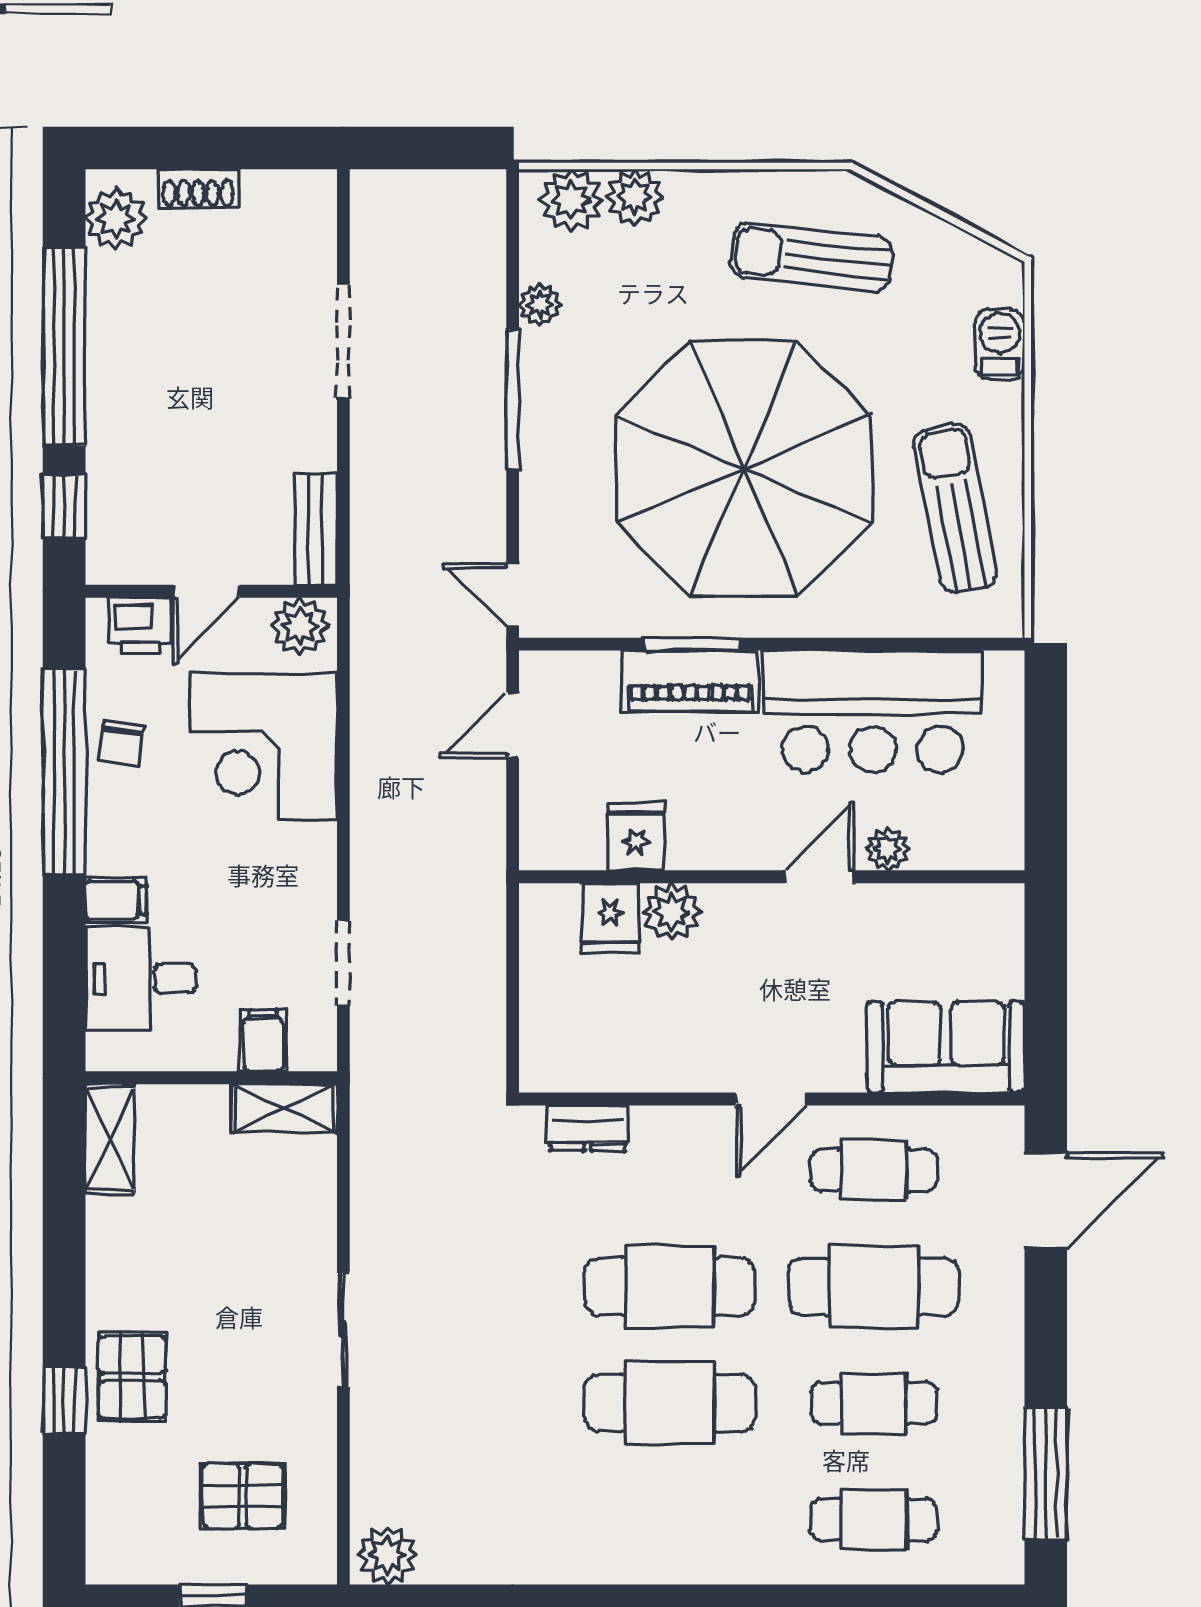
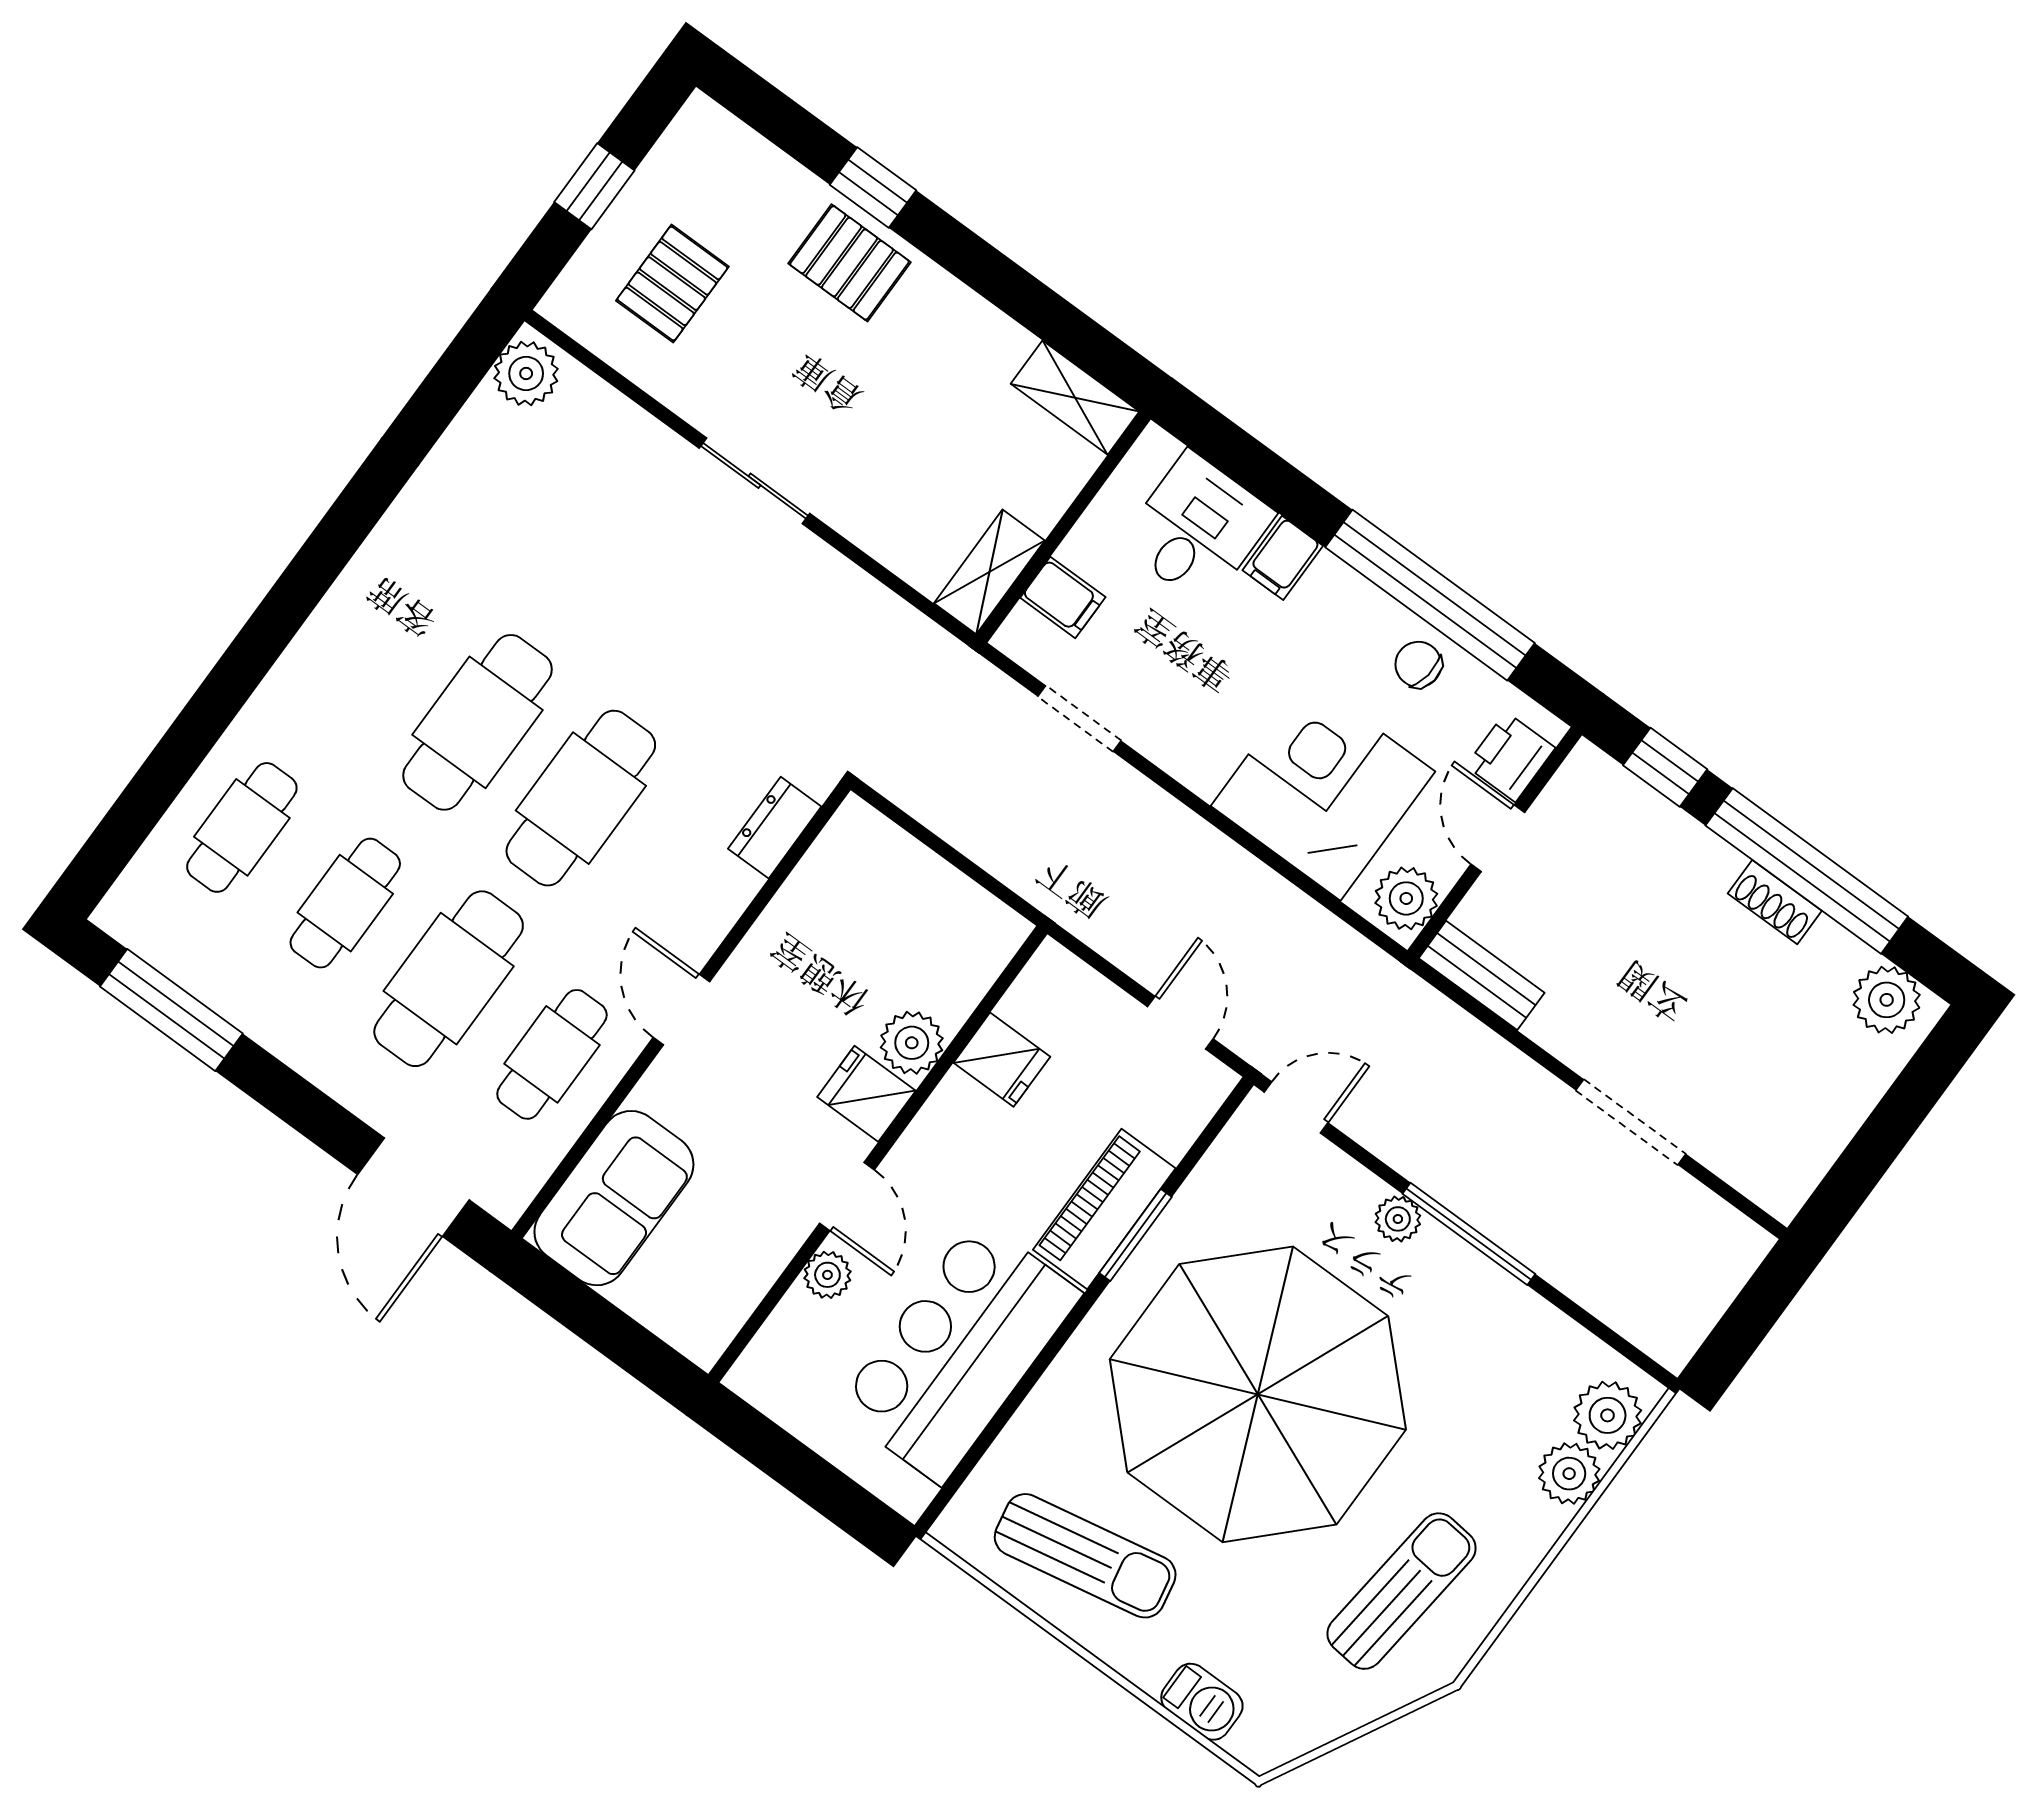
shoe rack: (198, 188) -> (1775, 902), moved, turned -90
plant: (540, 305) -> (1398, 1219), moved
fridge: (610, 918) -> (866, 1094), moved

